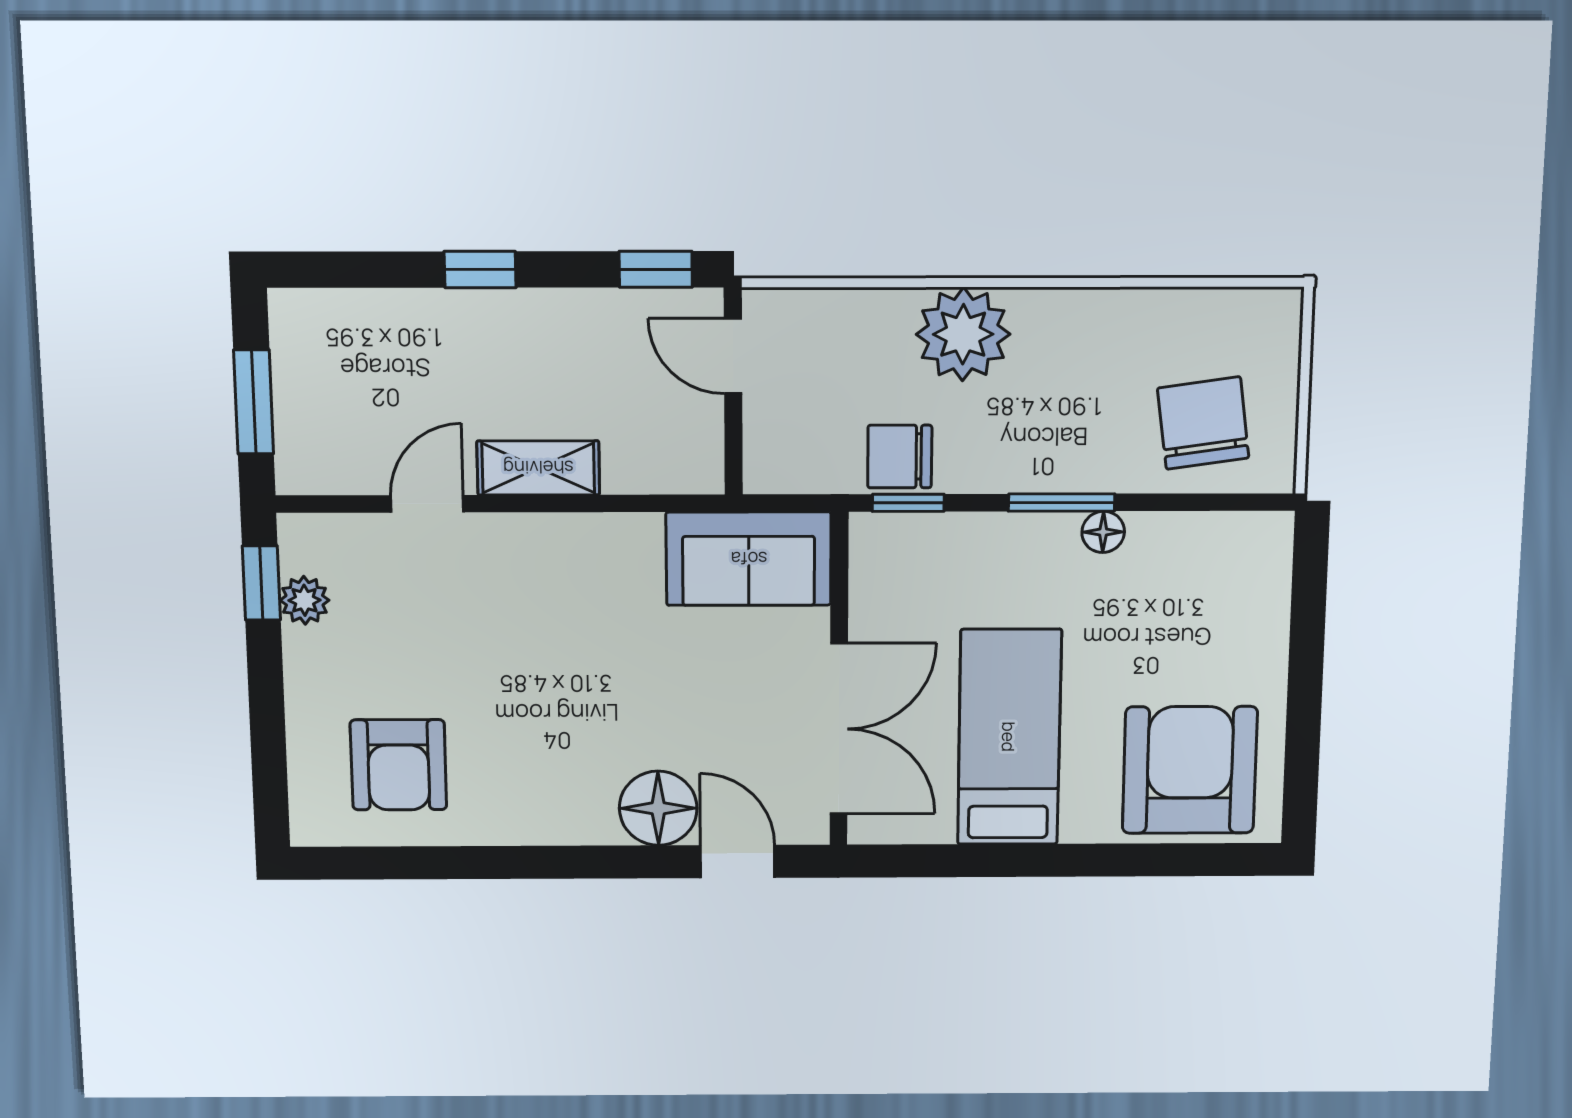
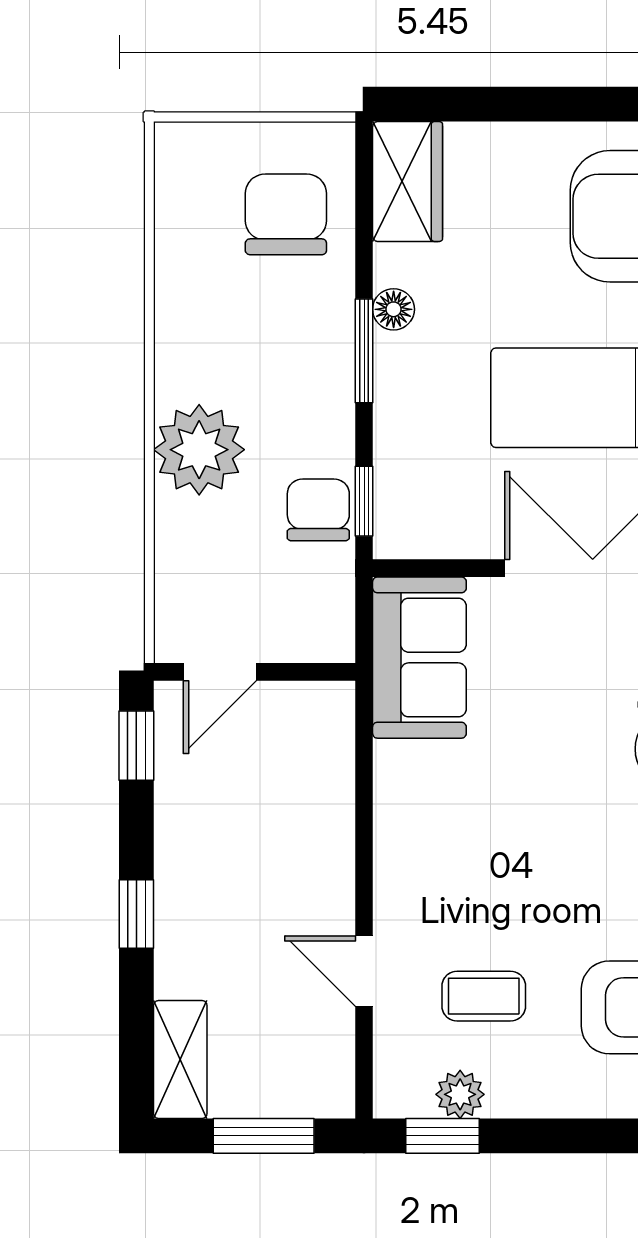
chair: (1203, 423) -> (286, 214), turned 98
chair: (900, 457) -> (318, 510), turned 180
shelving: (538, 468) -> (180, 1059), moved
wardrobe: (1232, 546) -> (408, 181), added
coffee table: (405, 624) -> (484, 996), added

